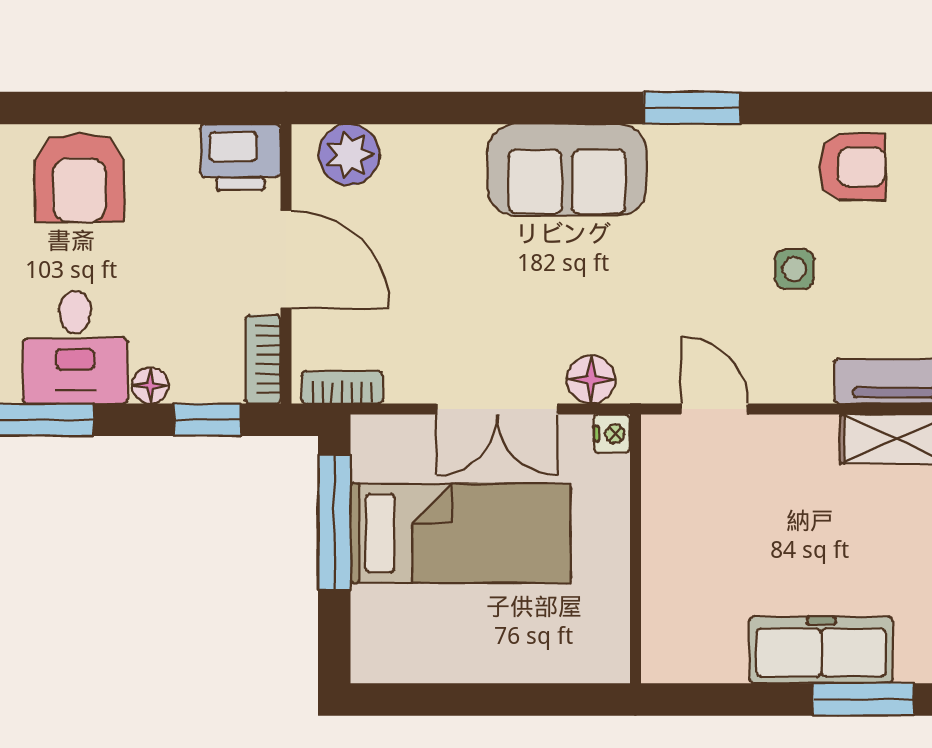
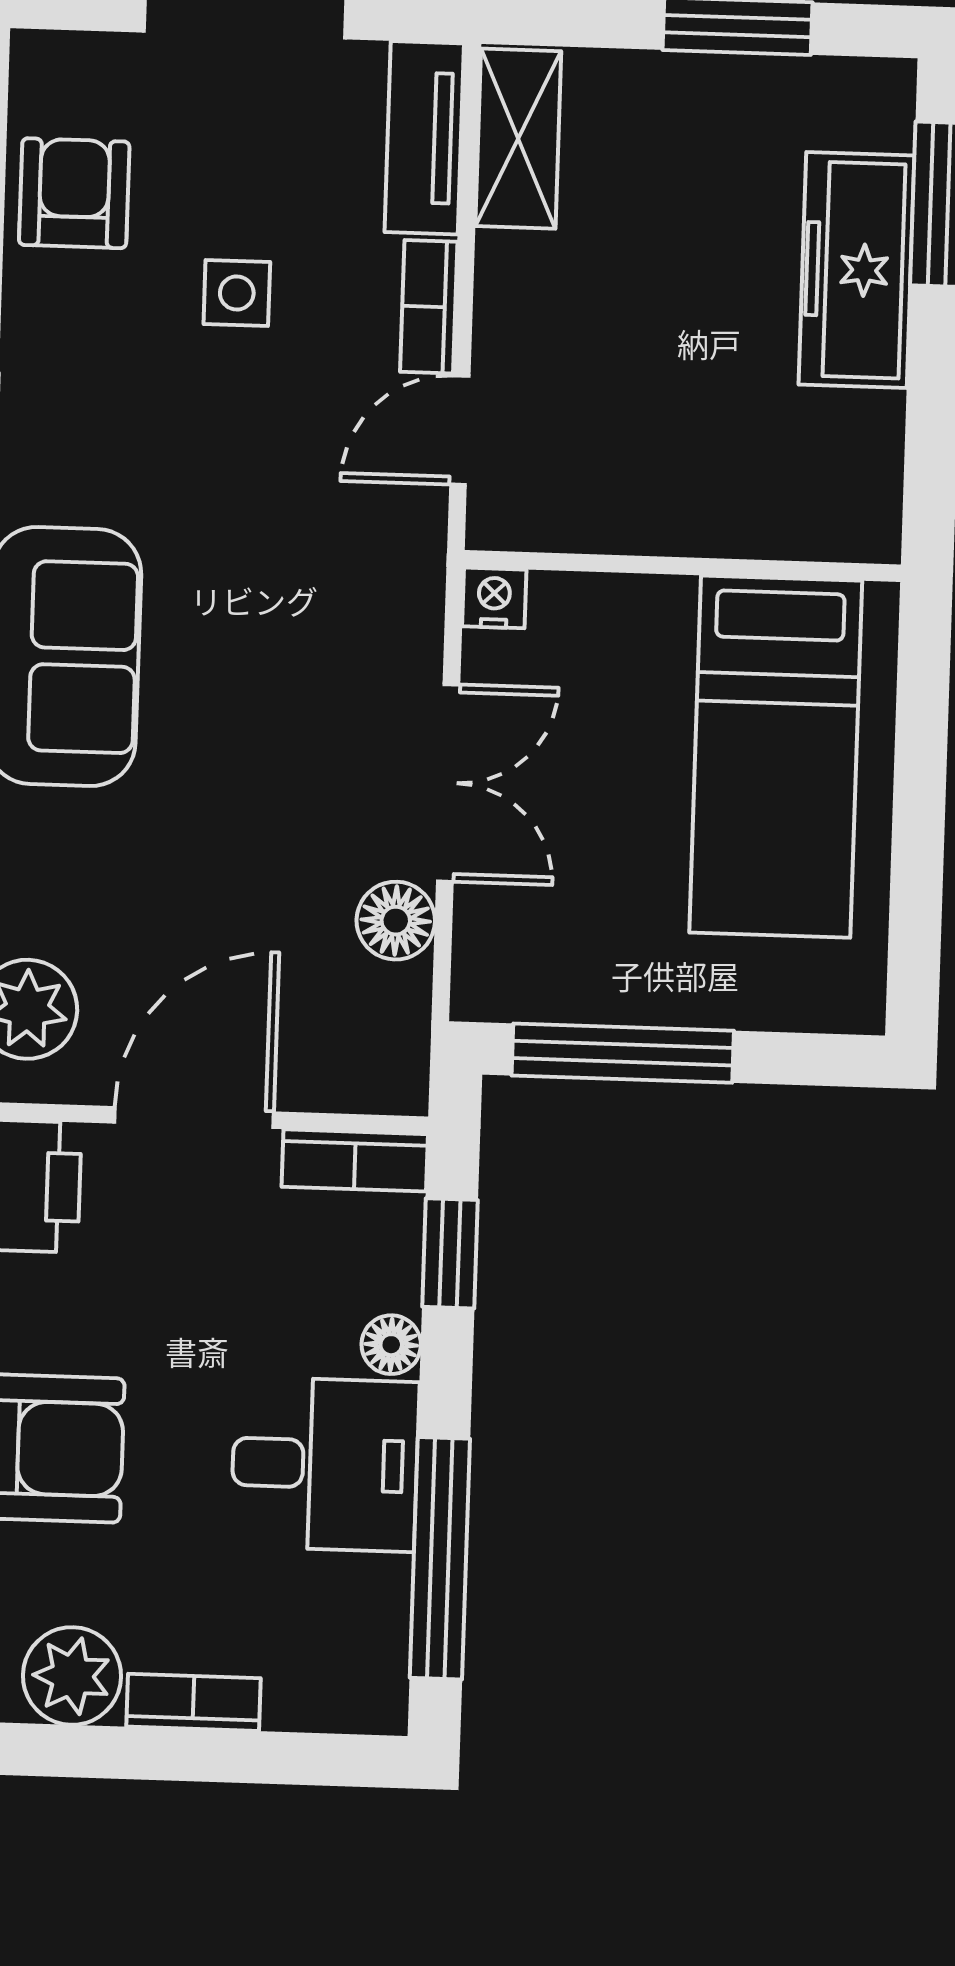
floor lamp: (591, 380) -> (396, 921), moved
bookcase: (342, 387) -> (429, 307), moved
bed: (461, 533) -> (776, 757), moved, turned 180

